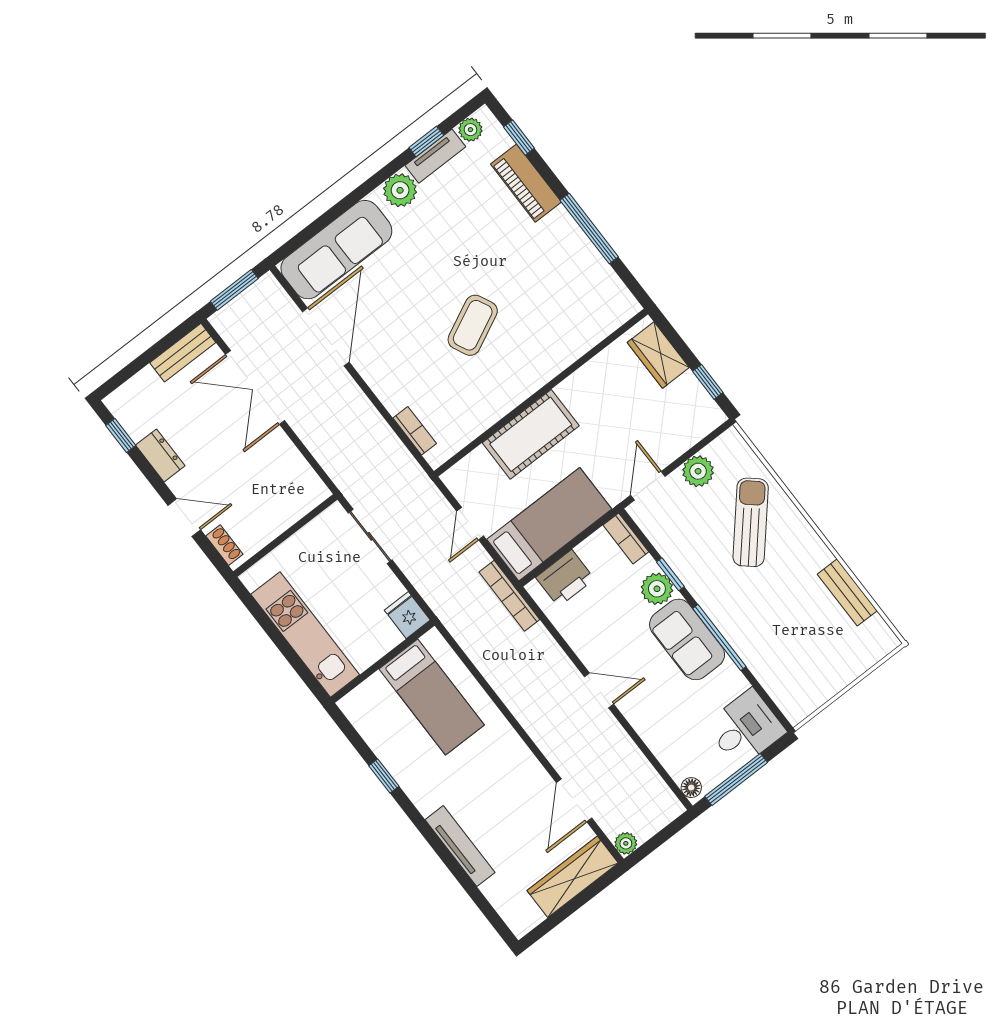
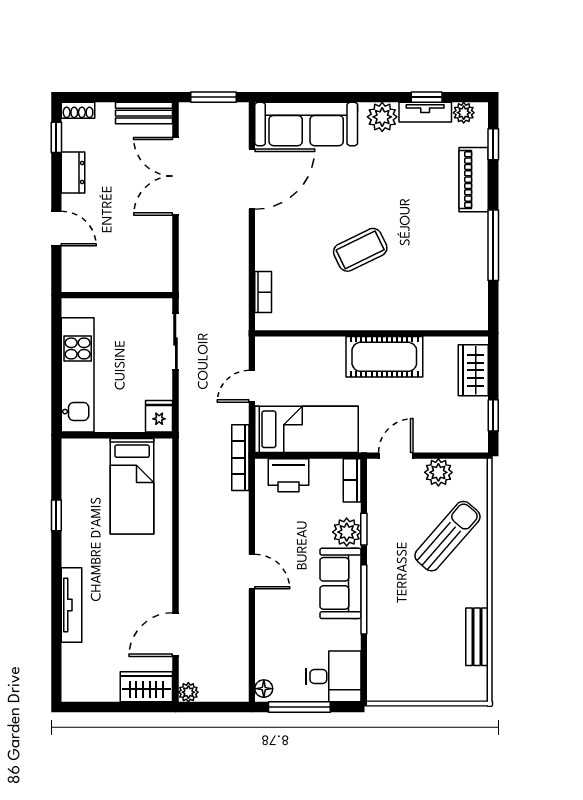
cot: (531, 434) -> (384, 357), moved
shoe rack: (224, 545) -> (78, 110), moved, turned 90
wardrobe: (573, 877) -> (146, 687), width x0.67

